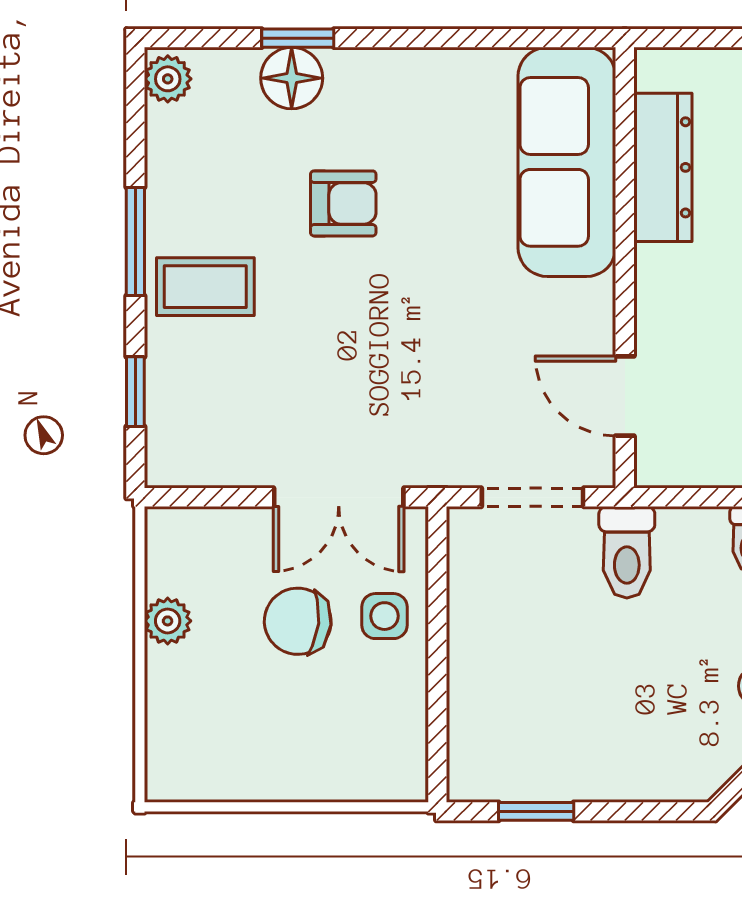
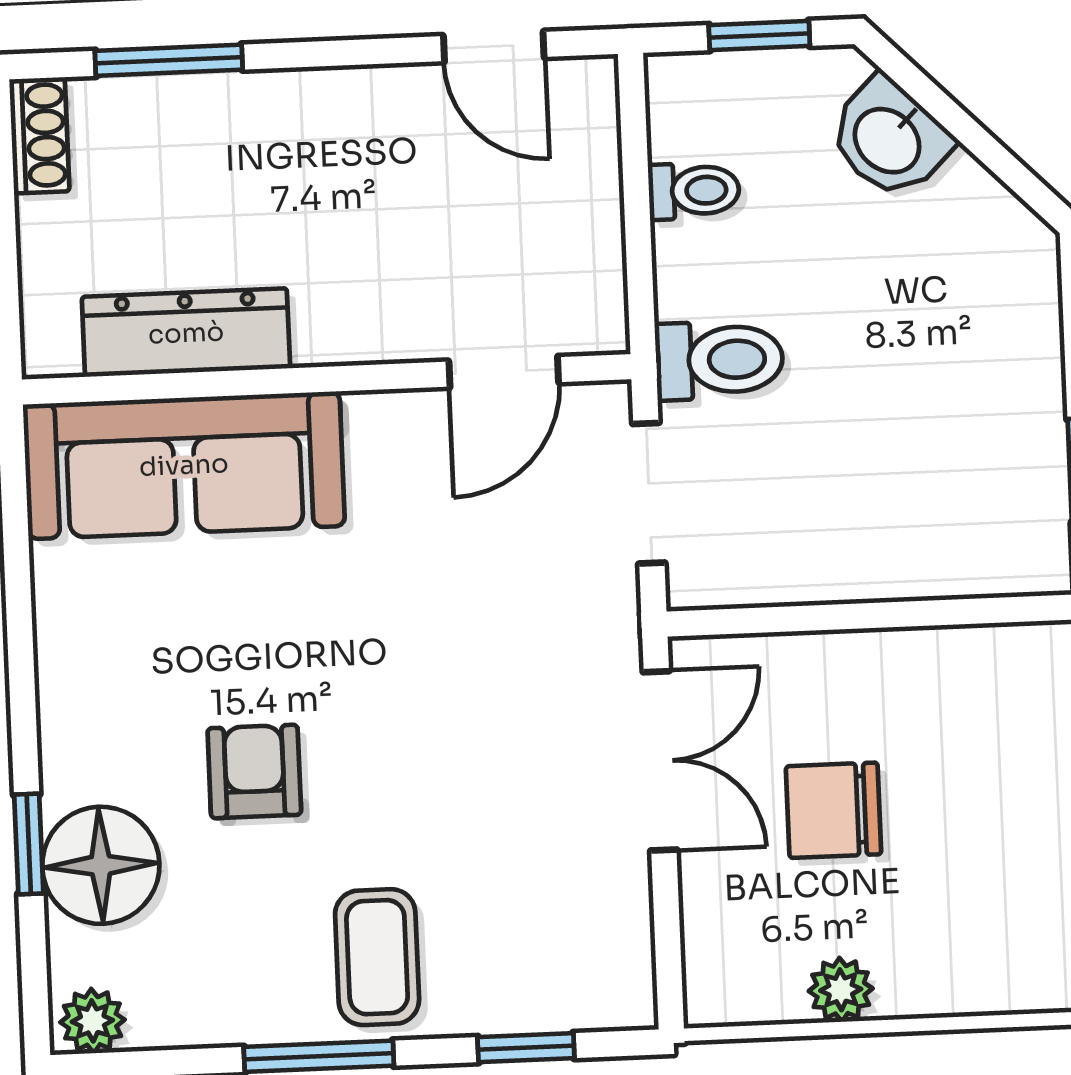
floor lamp: (292, 78) -> (101, 865), width x1.38, depth x1.38
side table: (384, 616) -> (821, 691), removed
chair: (298, 621) -> (834, 810), turned 84

